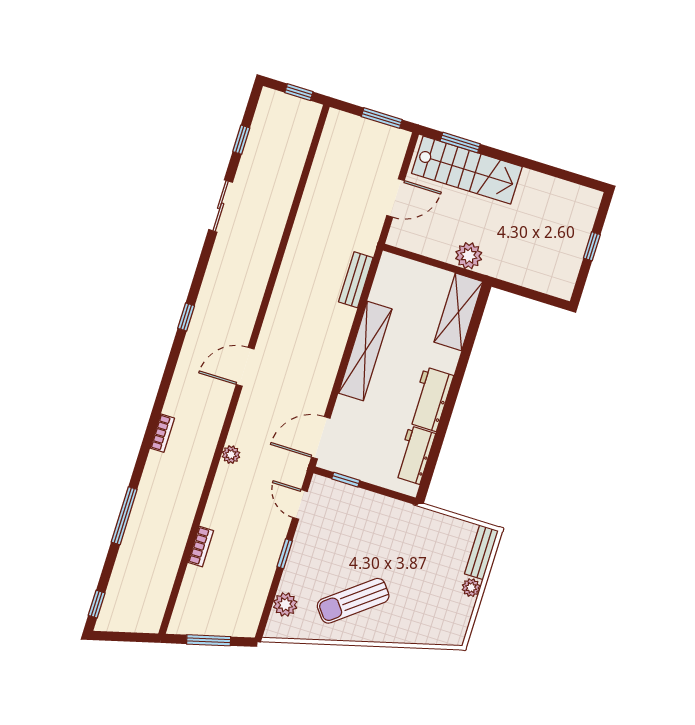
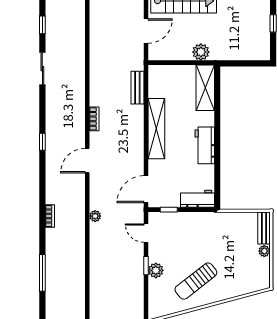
workbench: (415, 455) -> (198, 199), moved, turned 90
bookcase: (201, 546) -> (94, 119), moved
plant: (285, 605) -> (156, 270), moved

